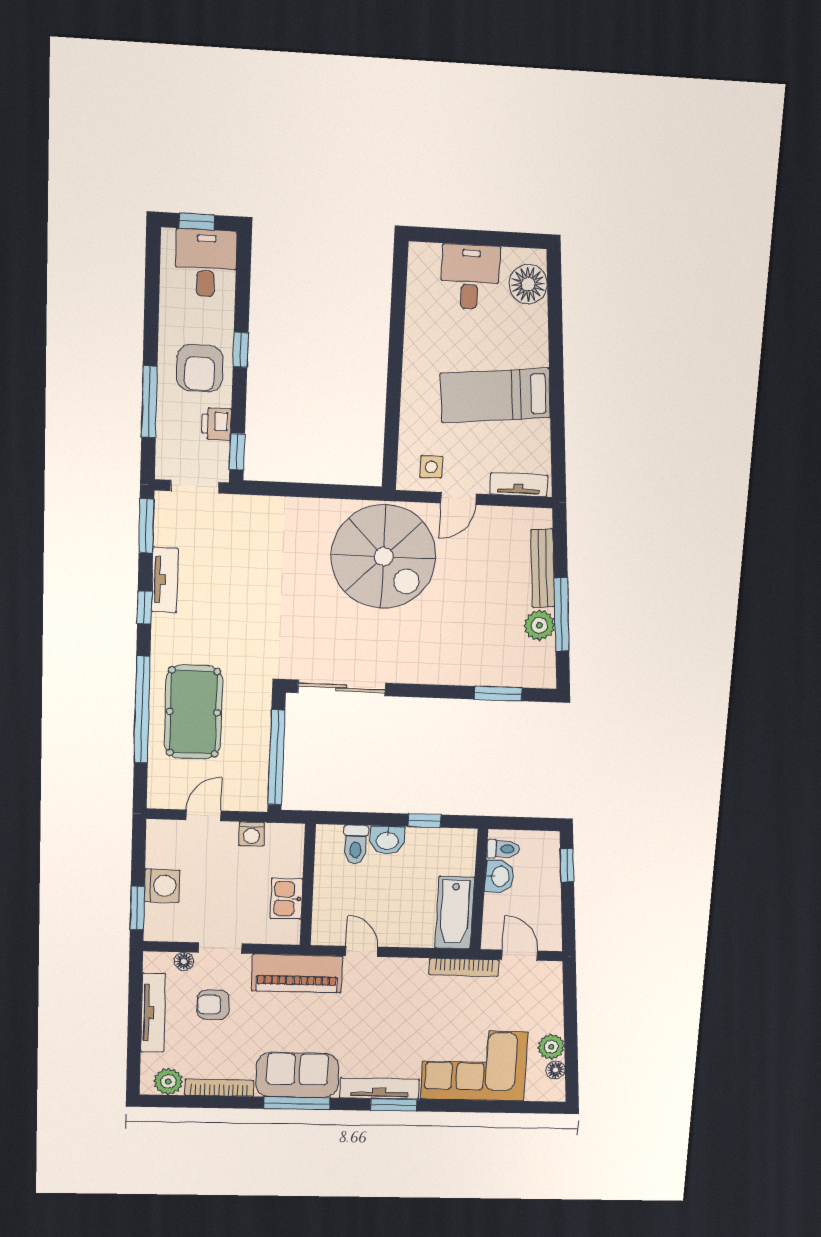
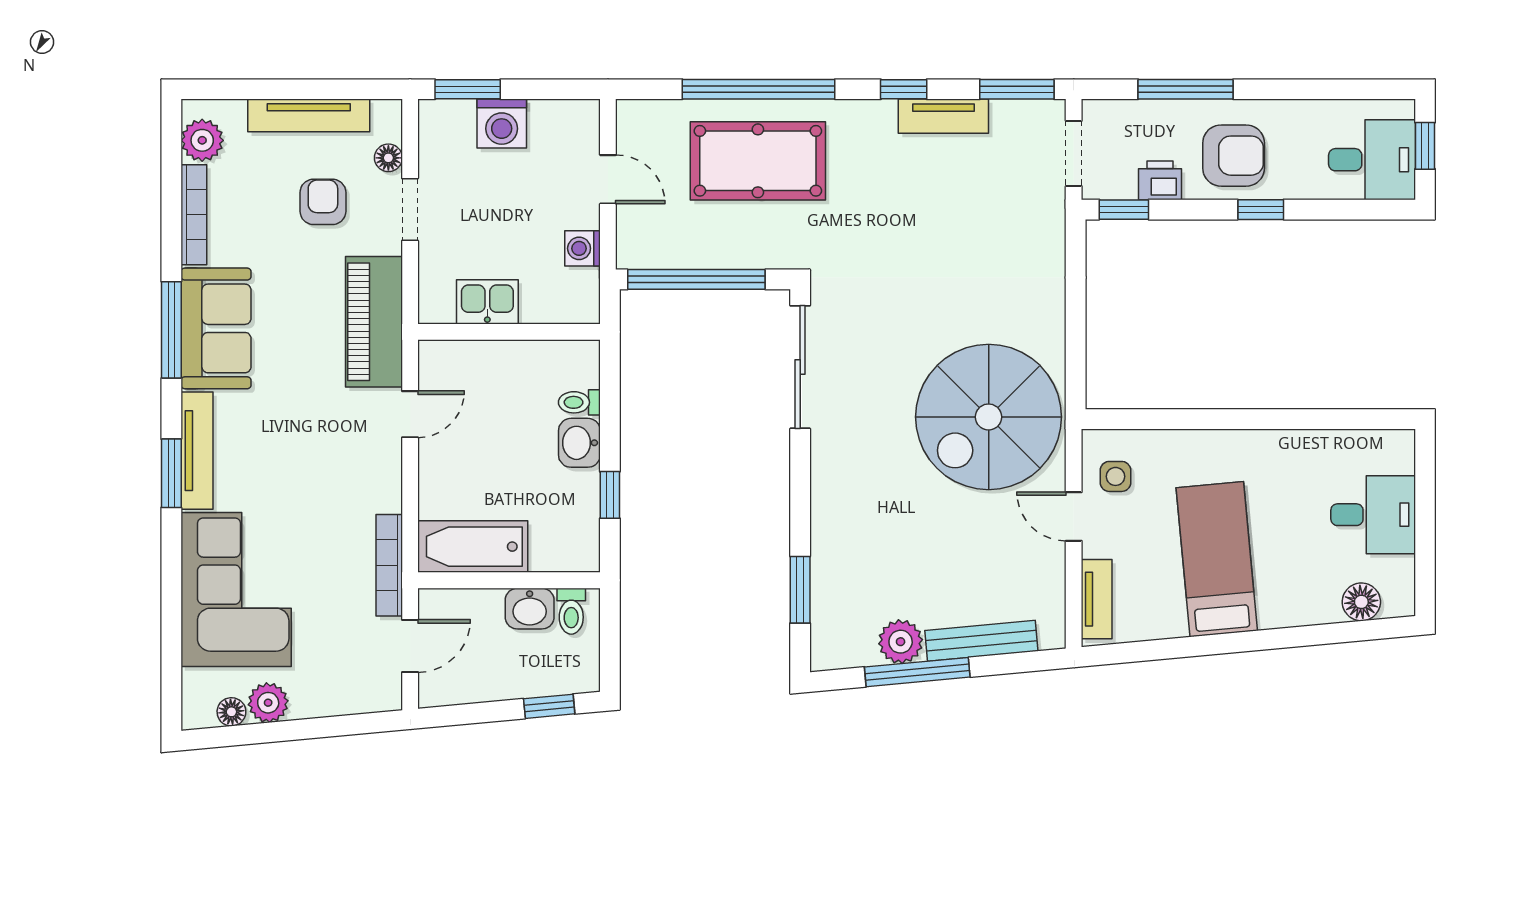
floor lamp: (528, 284) -> (1361, 602), width x0.73, depth x0.73
armchair: (200, 368) -> (1234, 156), turned 180
toilet: (356, 845) -> (579, 402), width x0.73, depth x0.72

